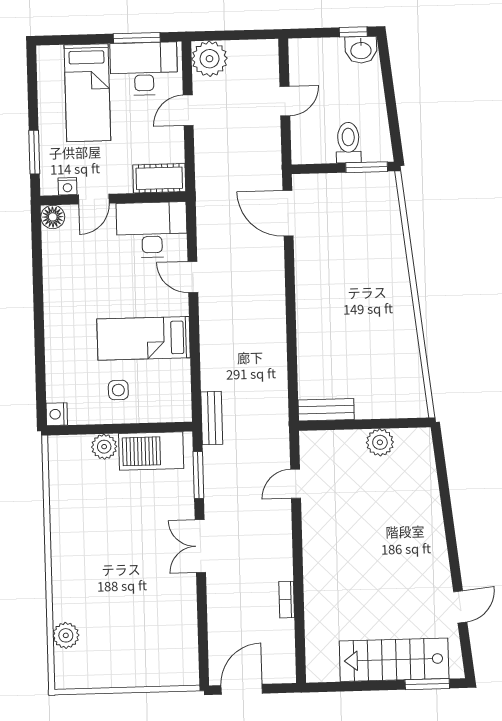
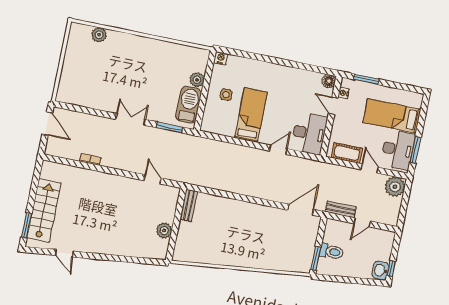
door: (285, 101) -> (362, 222), hinge flipped
cot: (159, 178) -> (347, 153), moved, turned 90
bench: (212, 418) -> (341, 209), moved

